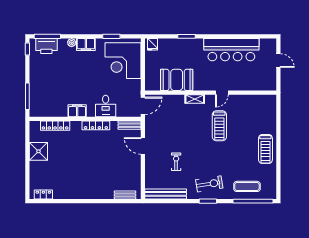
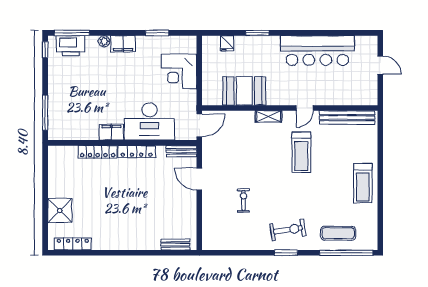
fridge: (153, 44) -> (227, 43), moved
corner desk: (123, 61) -> (179, 72), width x0.74, depth x0.74
desk: (106, 106) -> (149, 121), width x1.87, depth x1.30
locker: (55, 126) -> (98, 152), moved
shower: (38, 151) -> (60, 211), moved
bench: (166, 194) -> (347, 118), moved
locker: (43, 195) -> (73, 244), width x1.53

